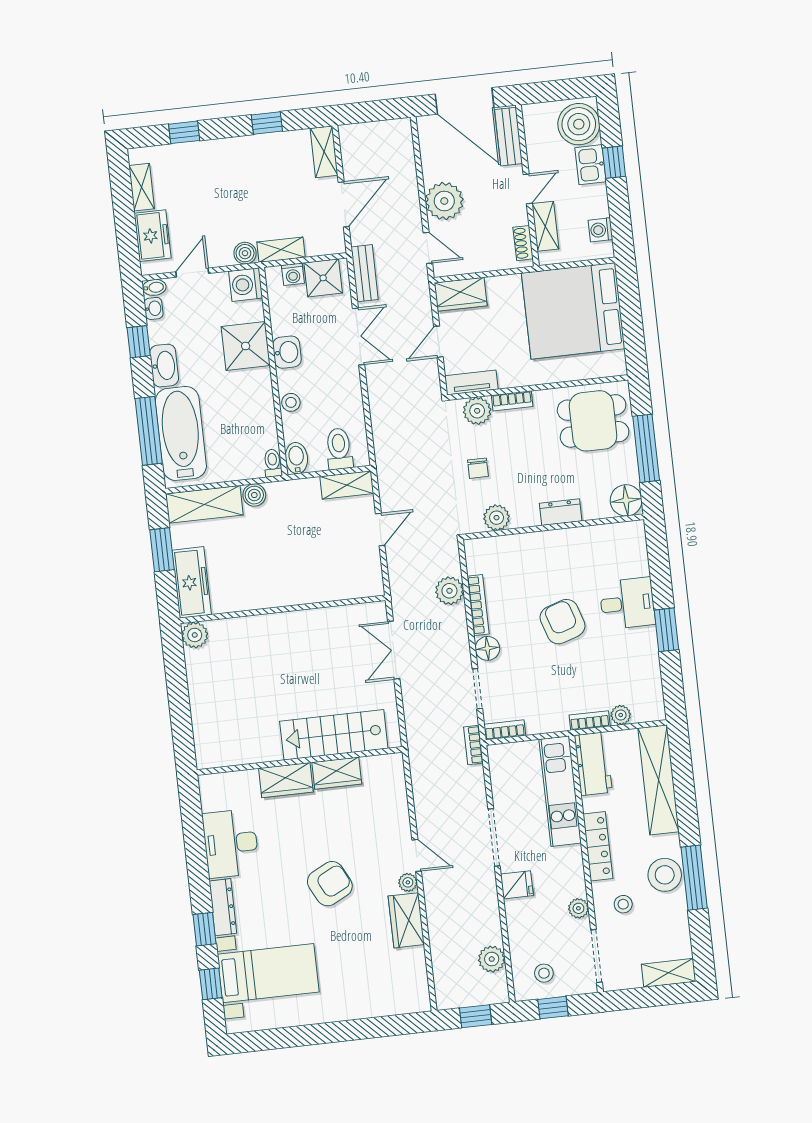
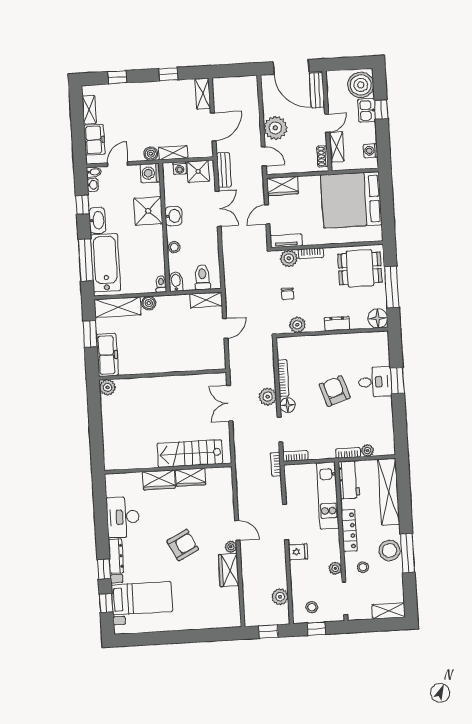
plant: (449, 591) -> (268, 397), moved
window: (666, 630) -> (397, 381), moved

